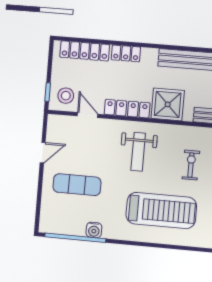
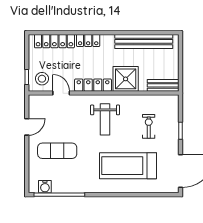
treadmill: (161, 211) -> (128, 166), turned 180
water cooler: (94, 230) -> (45, 187), moved

